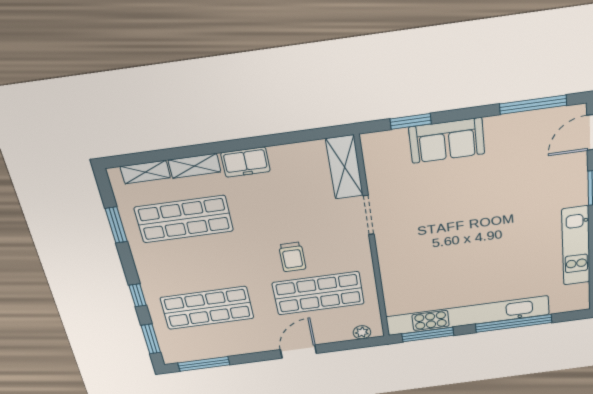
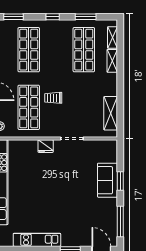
window: (411, 121) -> (120, 181), moved
freezer: (246, 162) -> (111, 85), removed
shelving: (345, 167) -> (111, 113), moved, turned 90
fridge: (390, 256) -> (46, 146), added
window: (138, 295) -> (53, 17), moved

